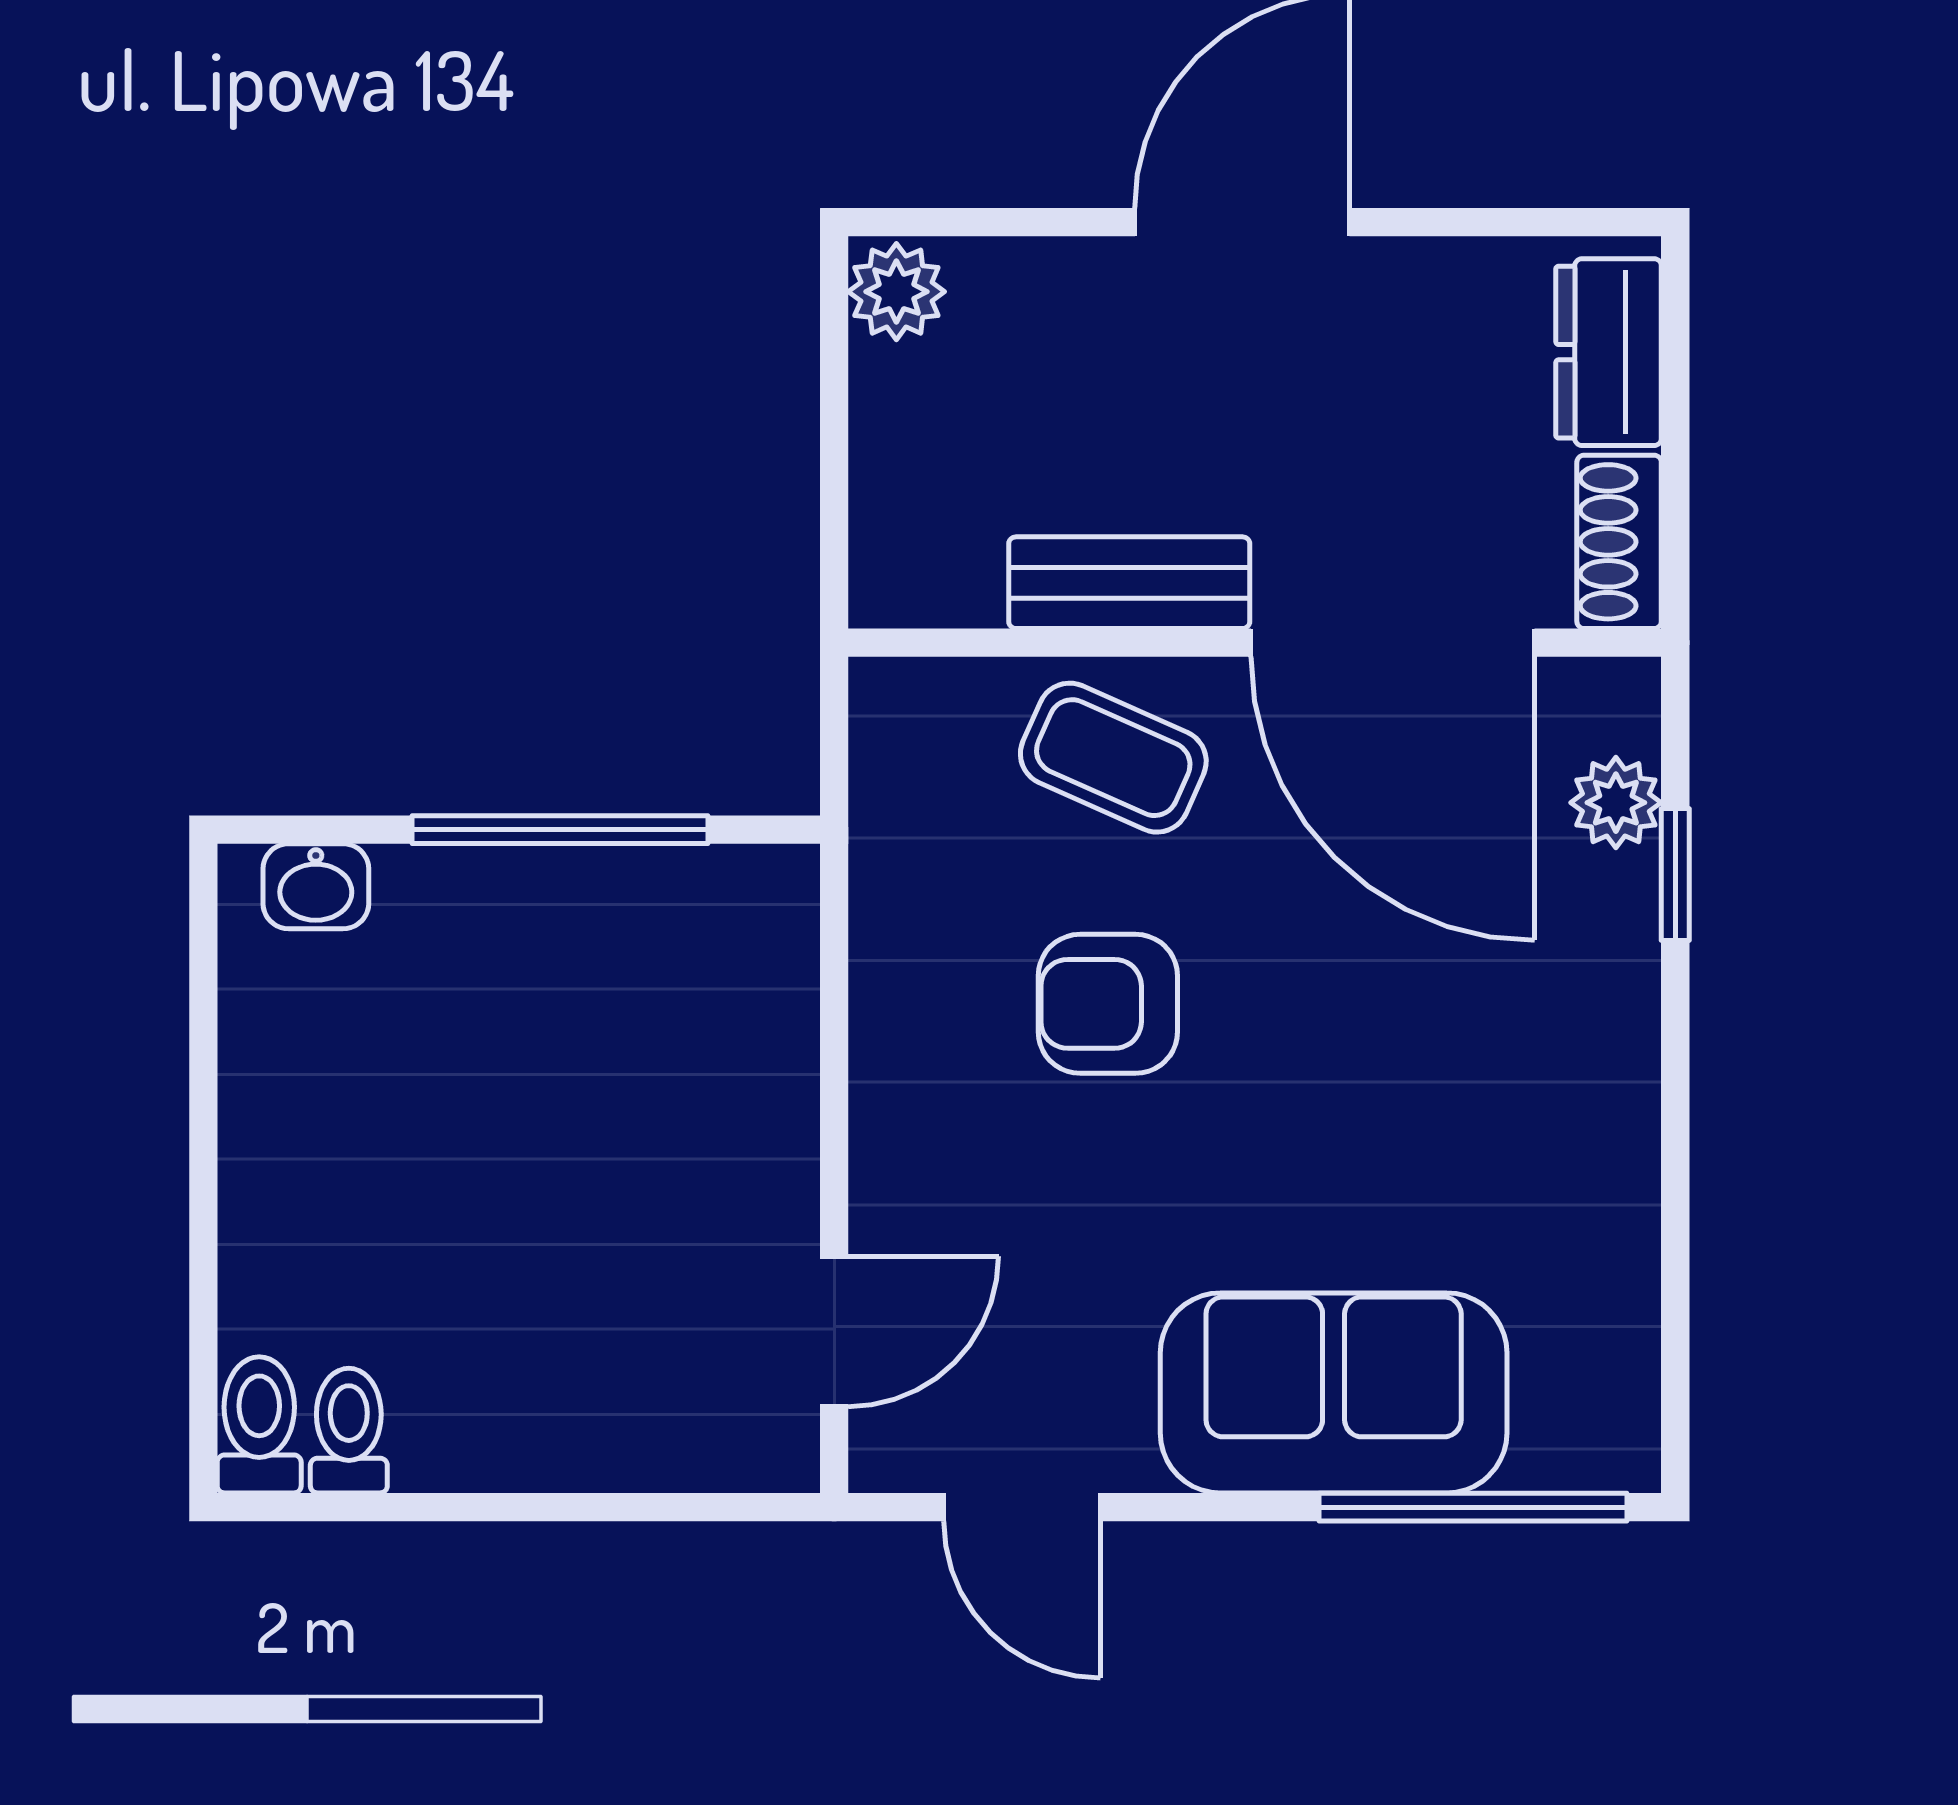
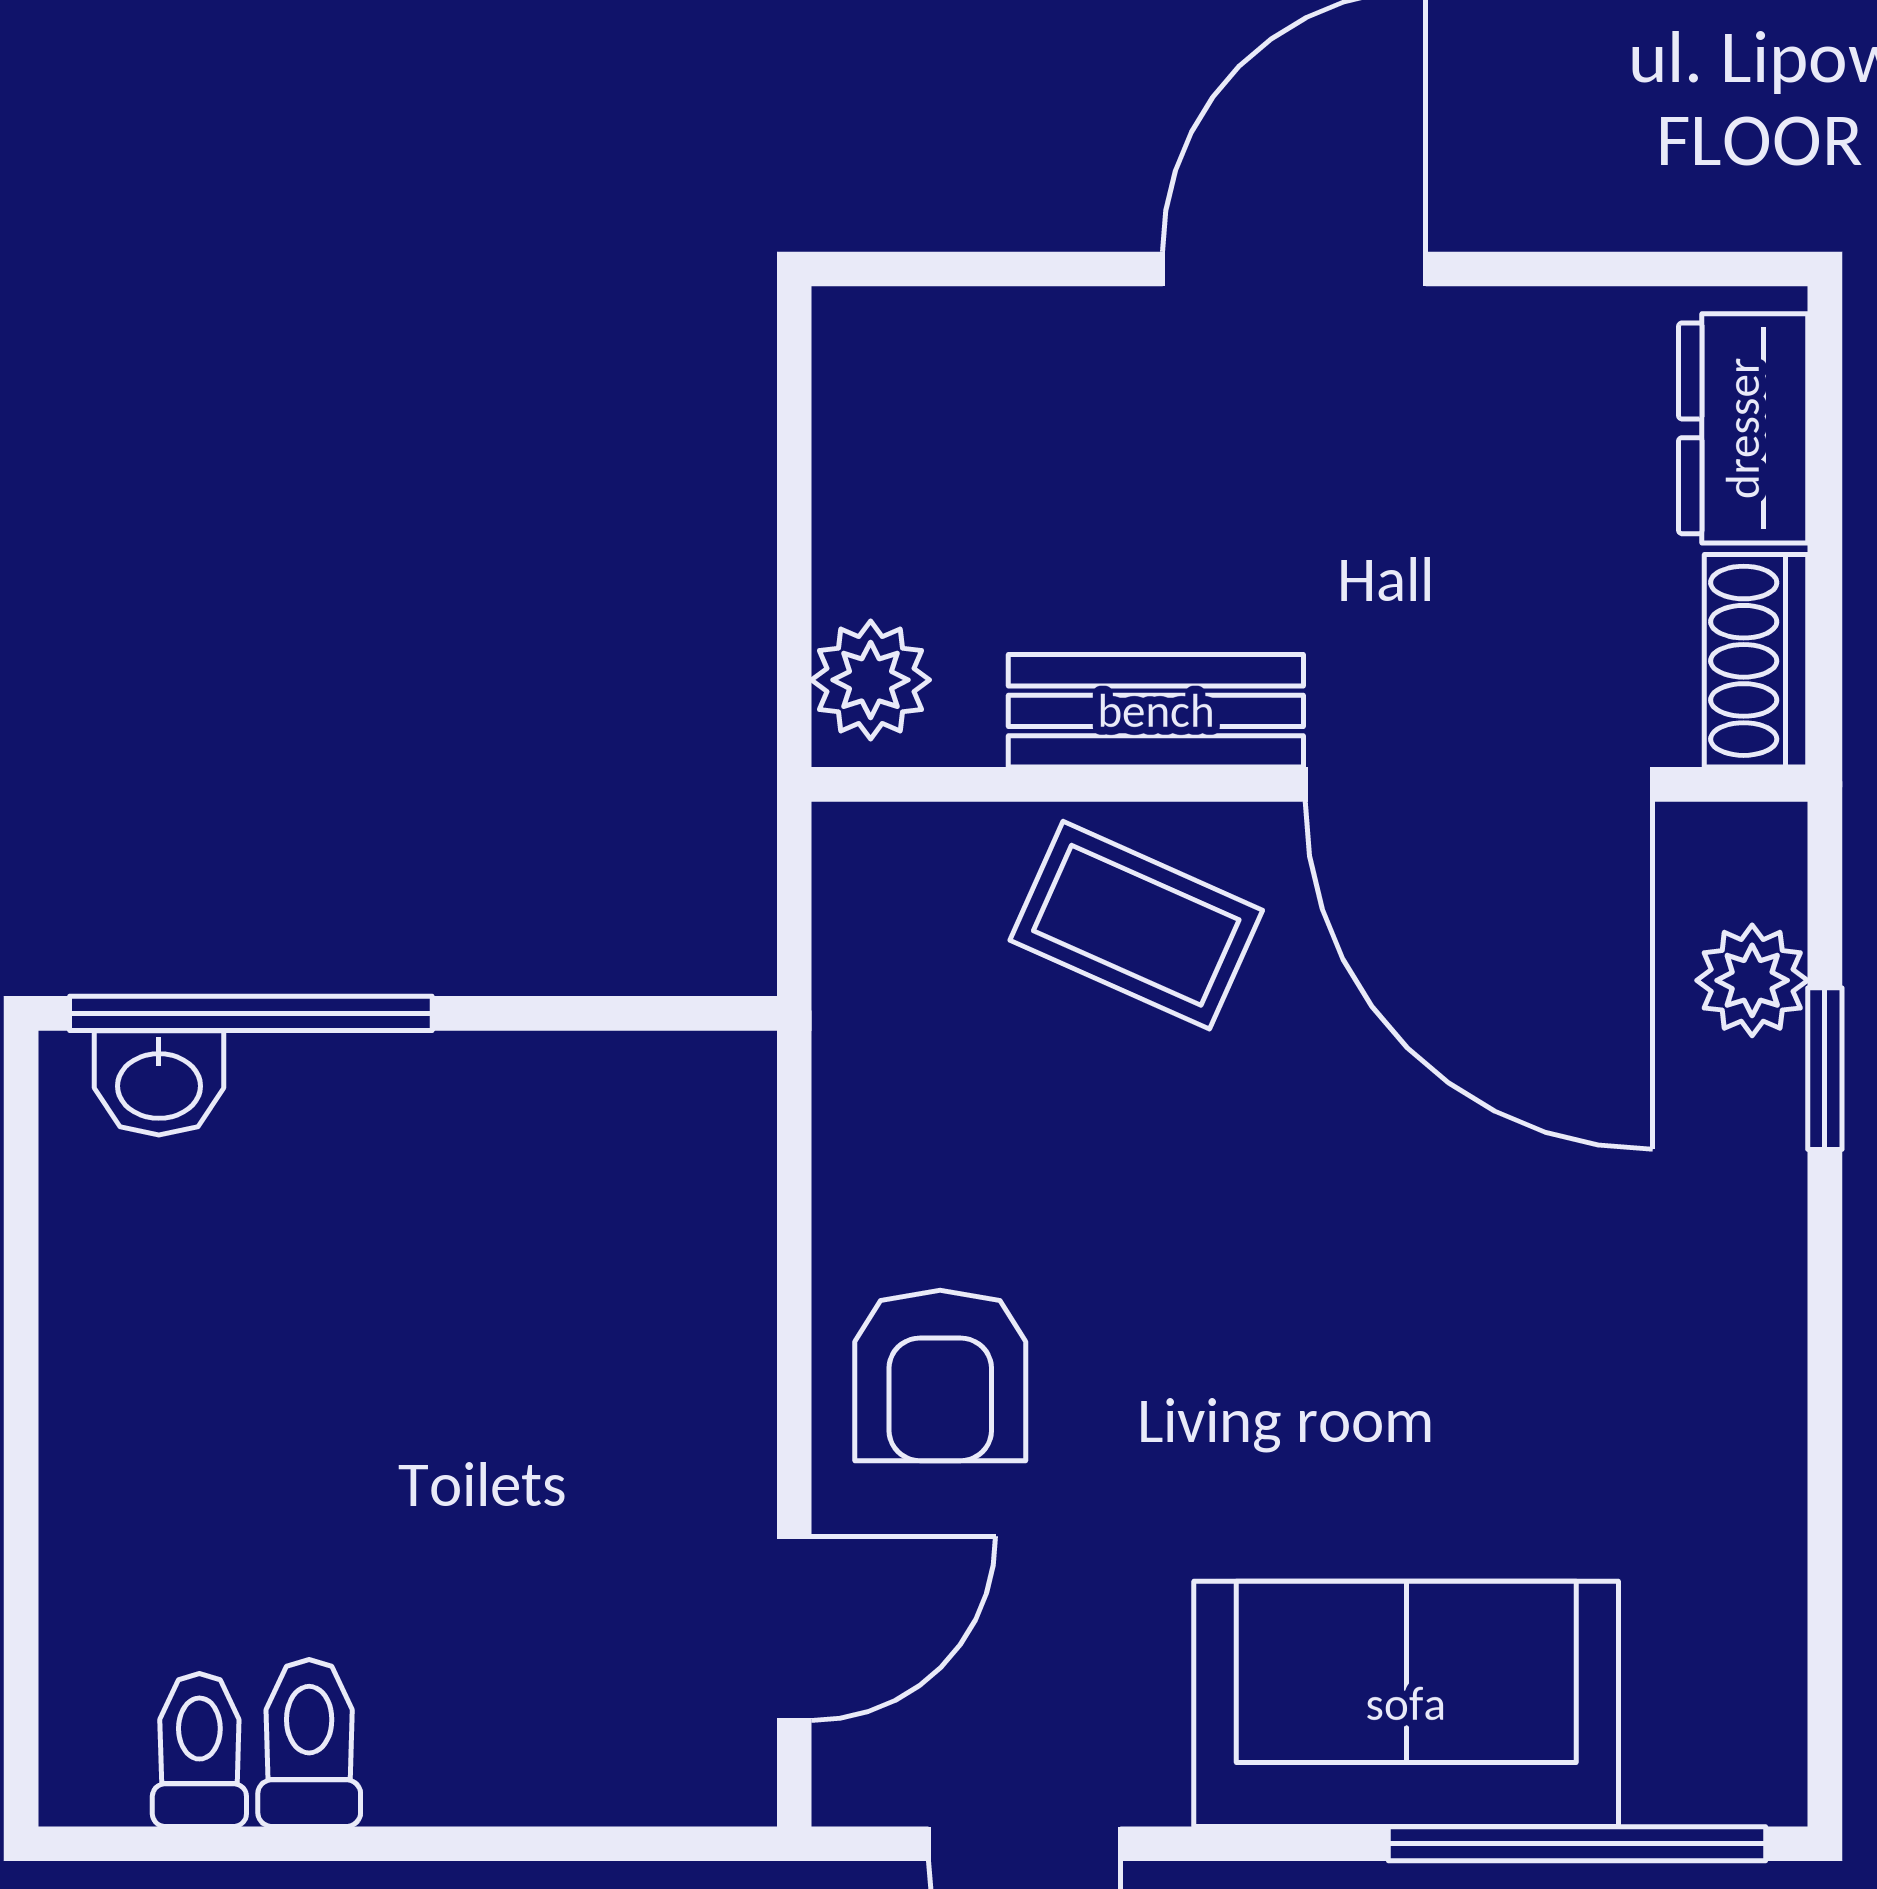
plant: (896, 292) -> (871, 680), moved
window: (560, 830) -> (251, 1013), moved
armchair: (1108, 1004) -> (940, 1376), moved, turned -90
toilet: (259, 1425) -> (309, 1743), moved

